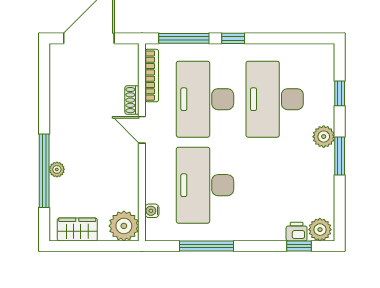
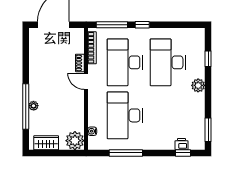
window: (340, 156) -> (208, 130), moved
plant: (320, 230) -> (196, 143), removed

